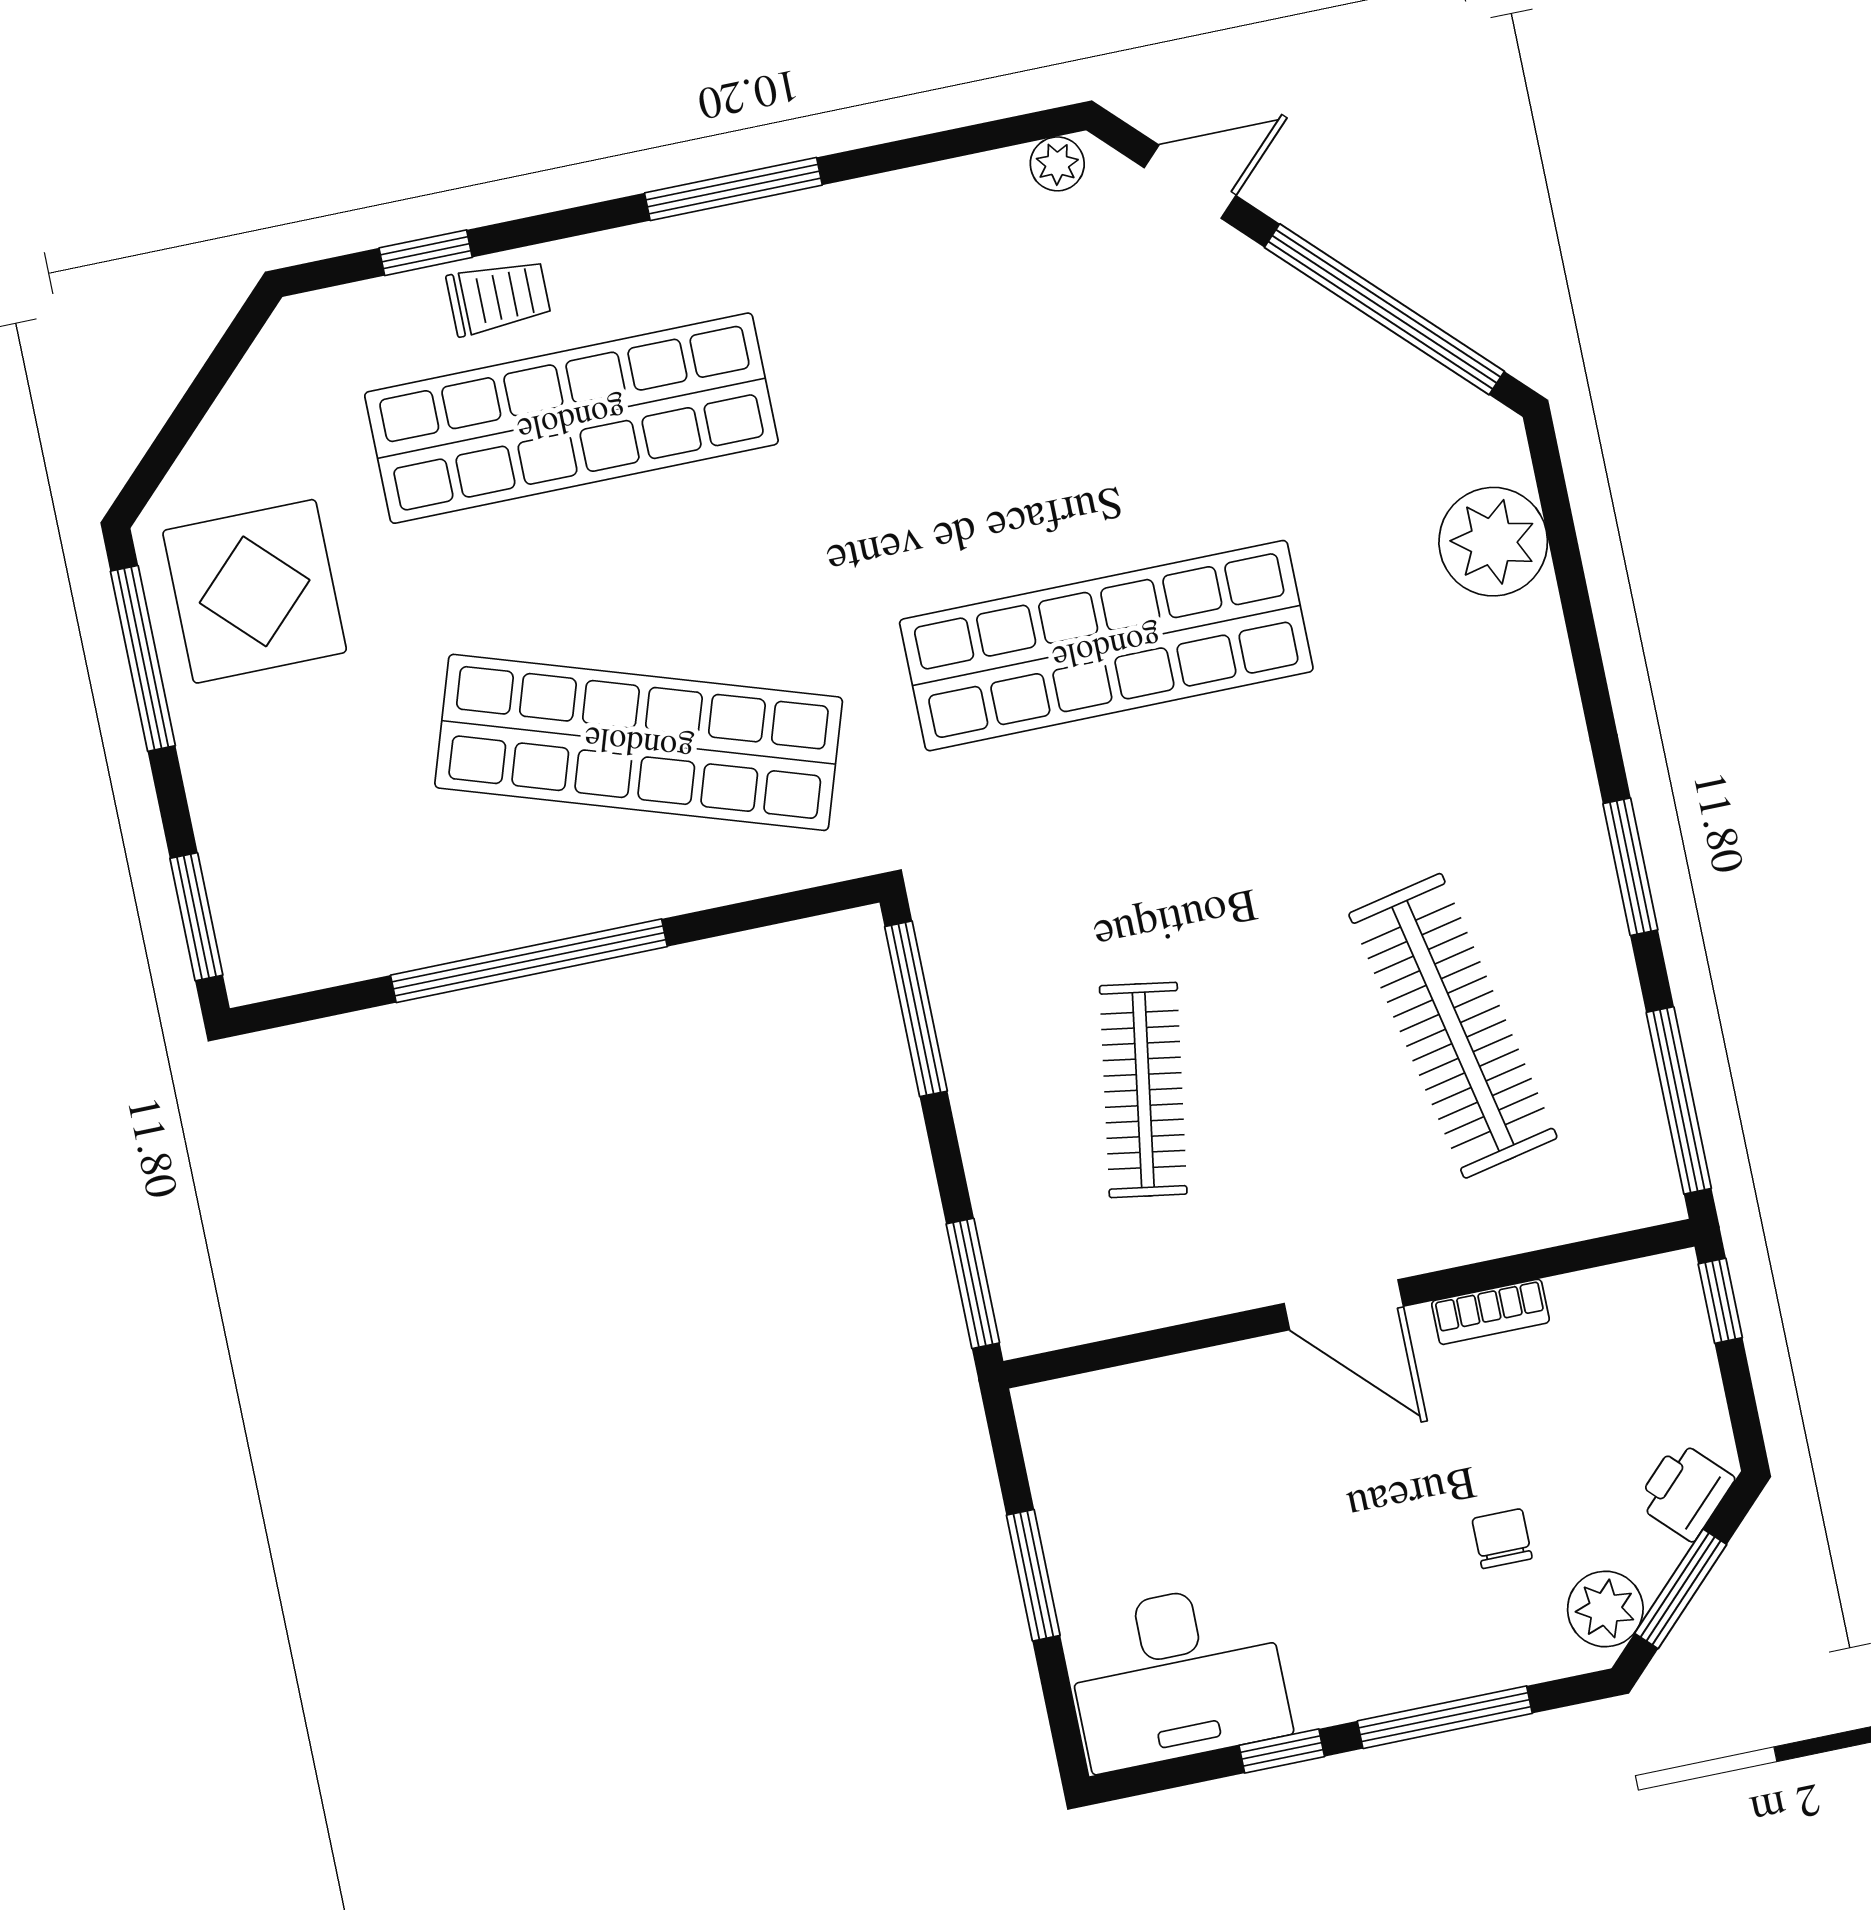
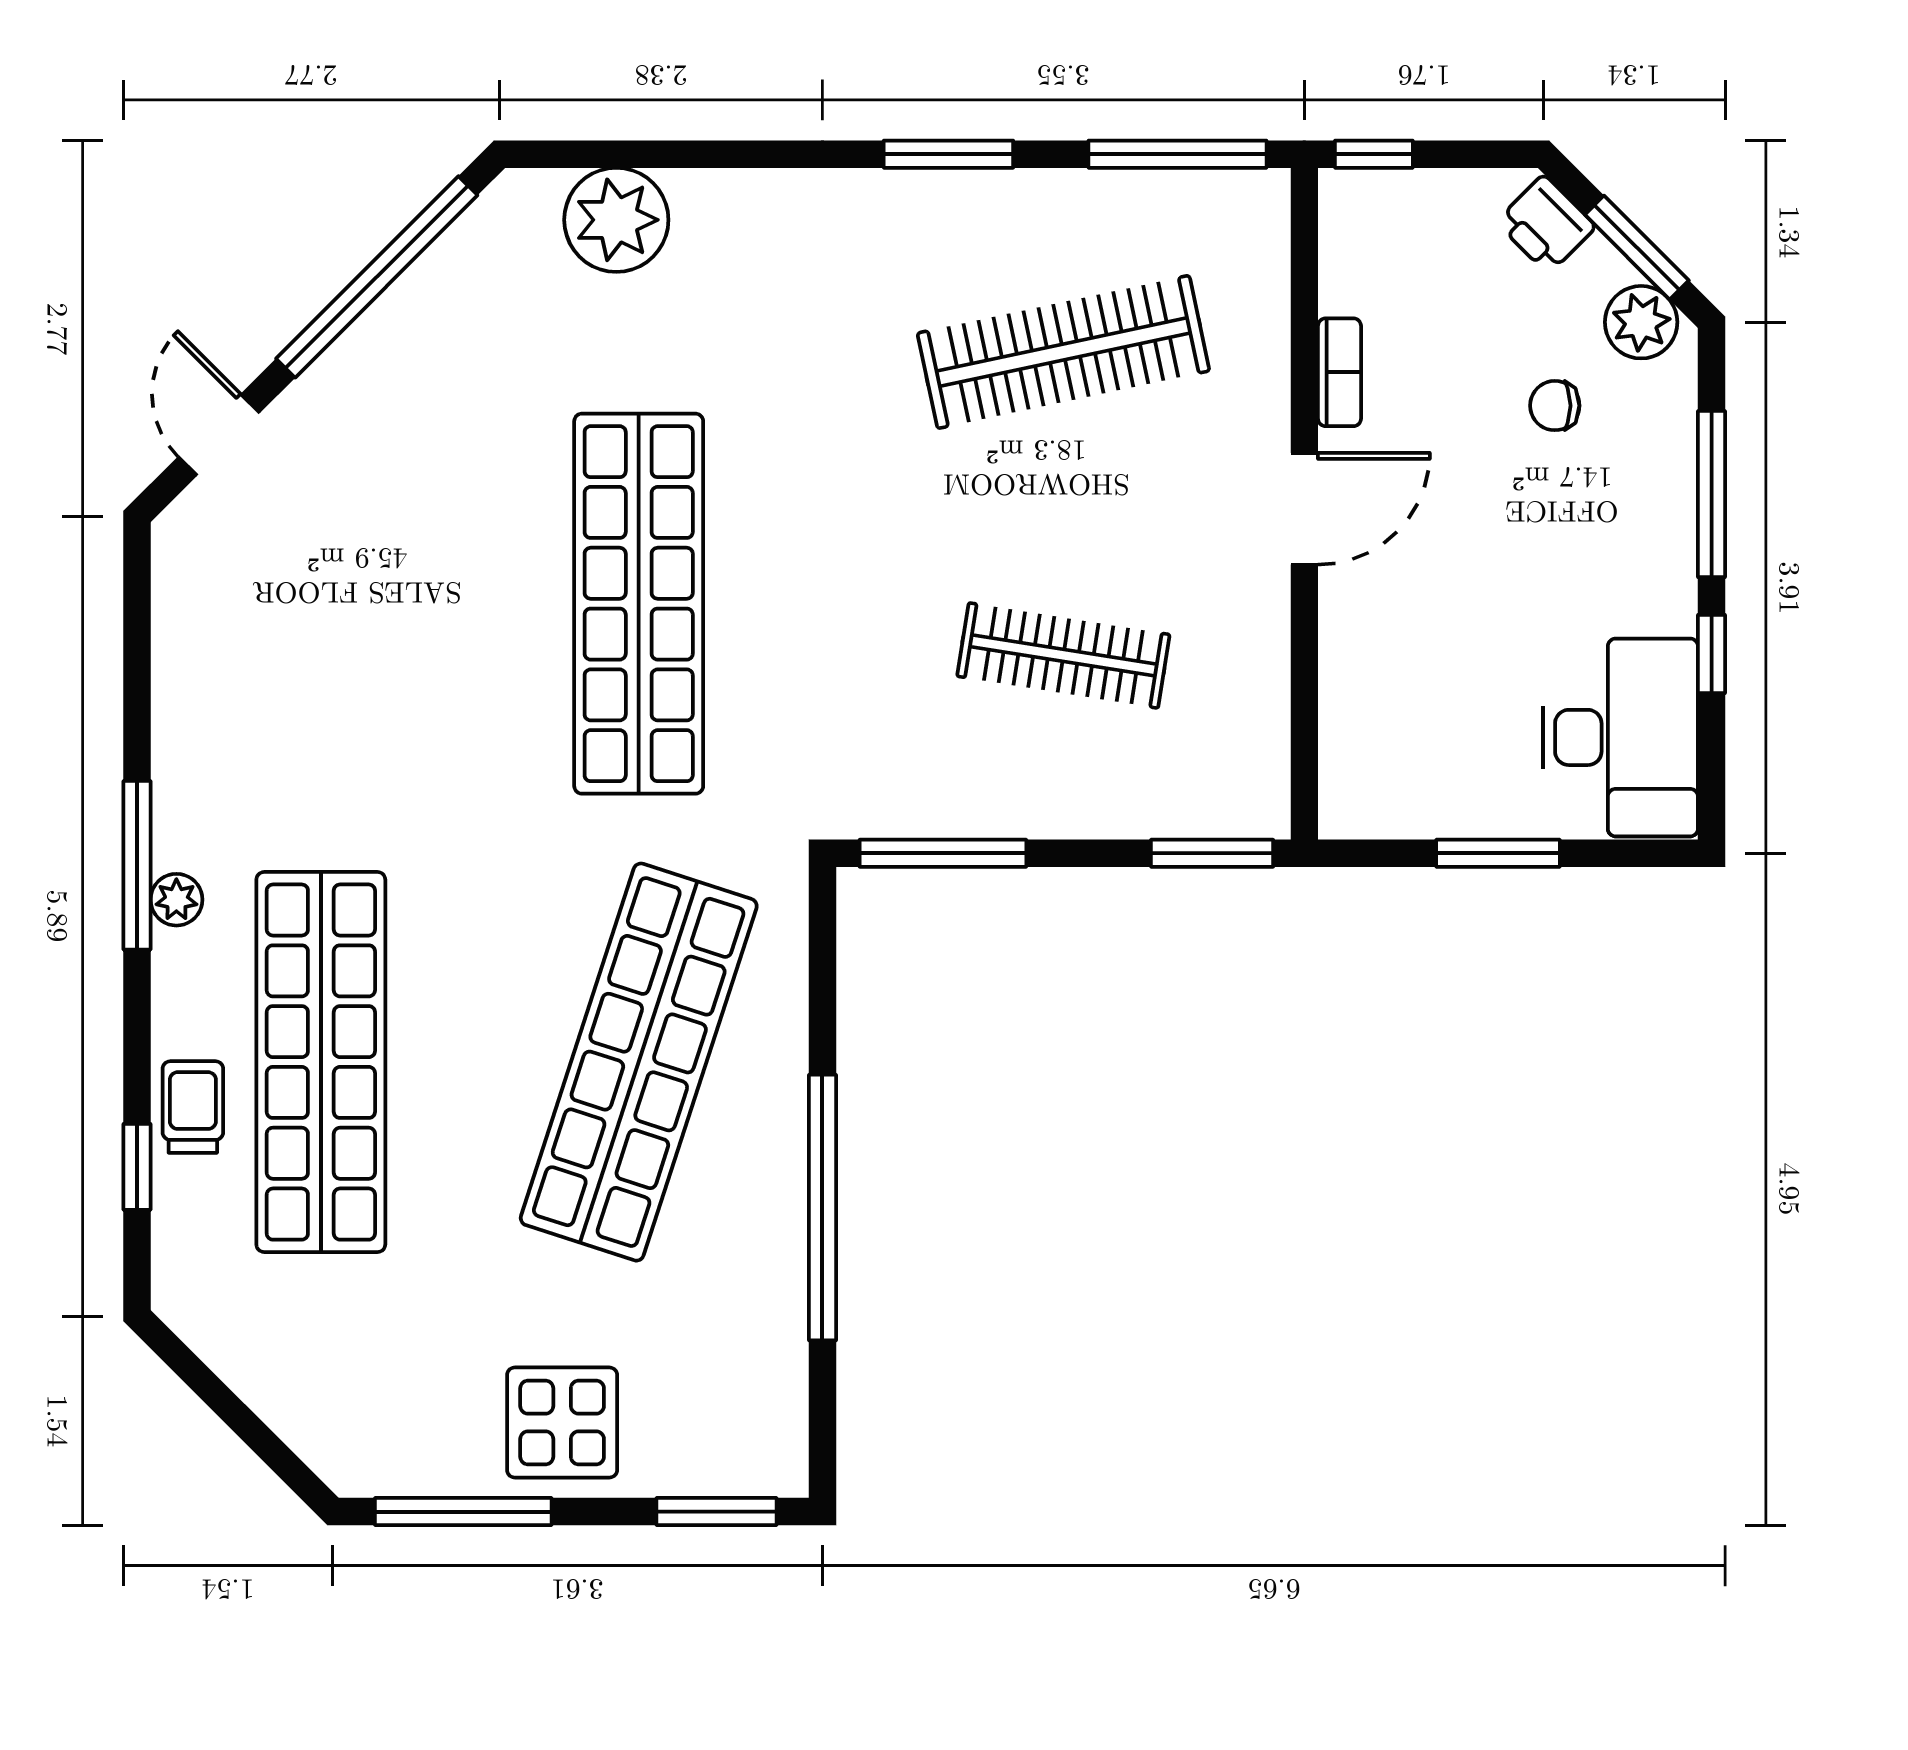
plant: (1057, 164) -> (176, 900), moved
display table: (255, 591) -> (562, 1422), moved, width x0.73, depth x0.73

